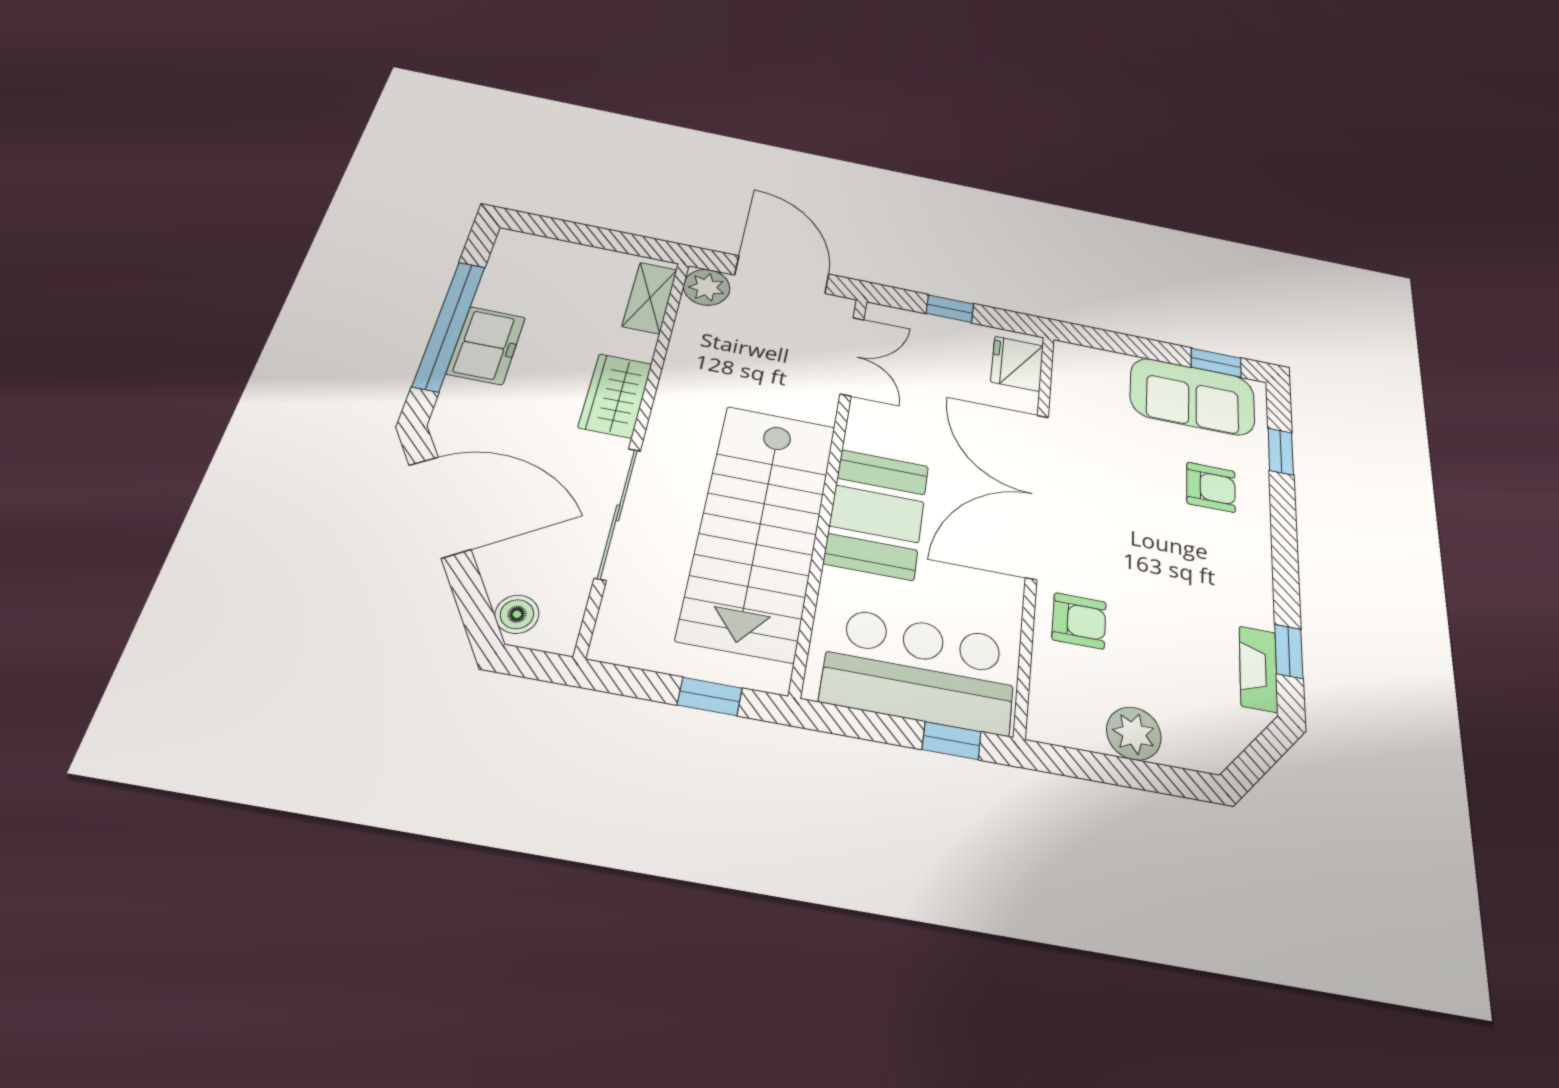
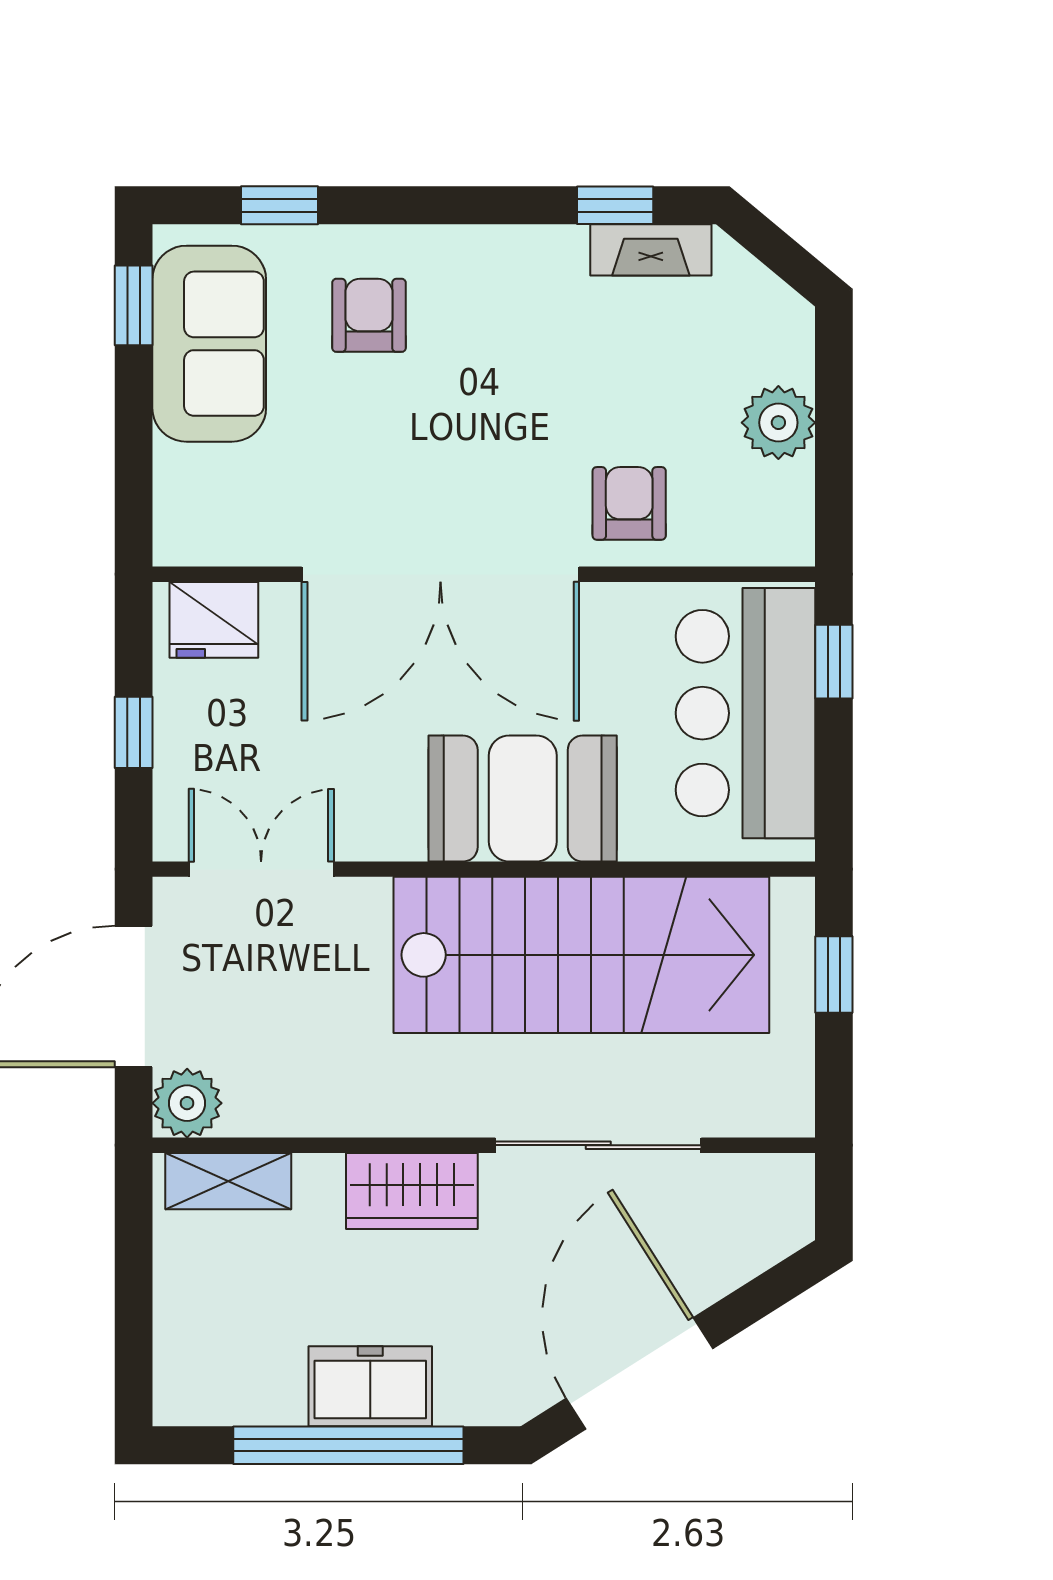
boiler: (517, 614) -> (771, 1236), removed

